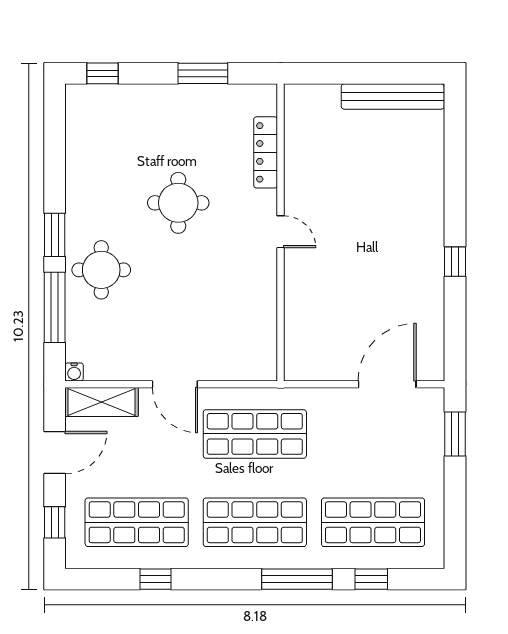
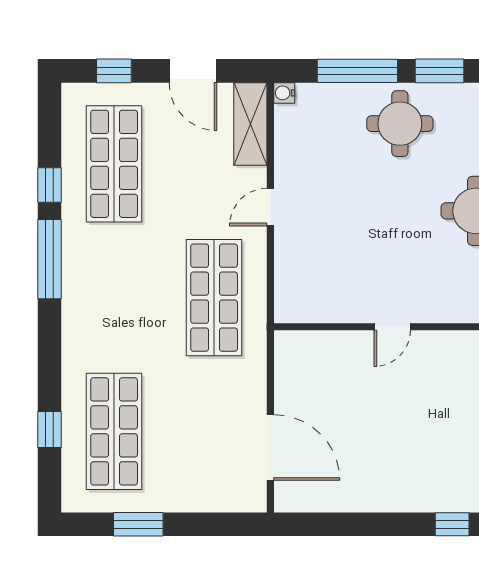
door: (281, 232) -> (392, 327), moved
window: (455, 262) -> (452, 524), moved
door: (175, 384) -> (270, 207), width x0.73
window: (455, 434) -> (138, 524), moved
shop shelf: (255, 522) -> (114, 298), removed
window: (297, 579) -> (49, 259), moved

